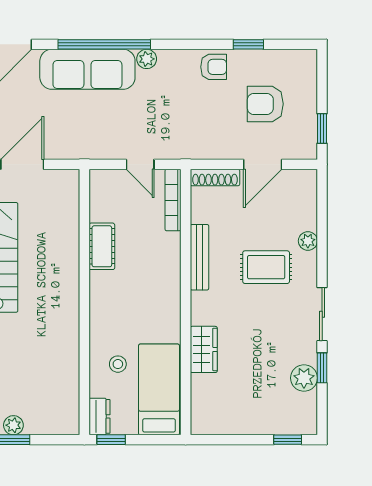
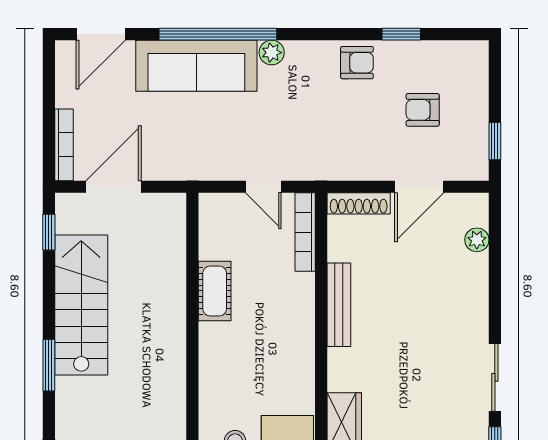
armchair: (265, 104) -> (423, 110), width x0.72, depth x0.72
plant: (308, 241) -> (477, 240), moved
rug: (266, 267) -> (424, 318), removed

